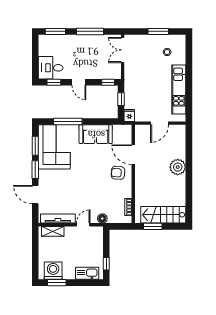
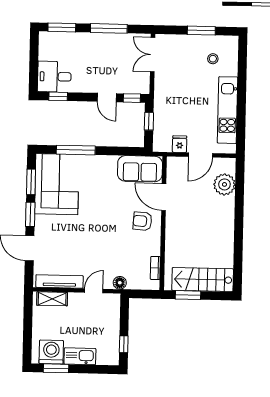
door: (79, 82) -> (107, 97), moved
fridge: (129, 115) -> (180, 144), moved
sofa: (96, 134) -> (140, 169), moved
plant: (178, 167) -> (224, 184), moved
kitchen sink: (87, 273) -> (80, 356), moved

